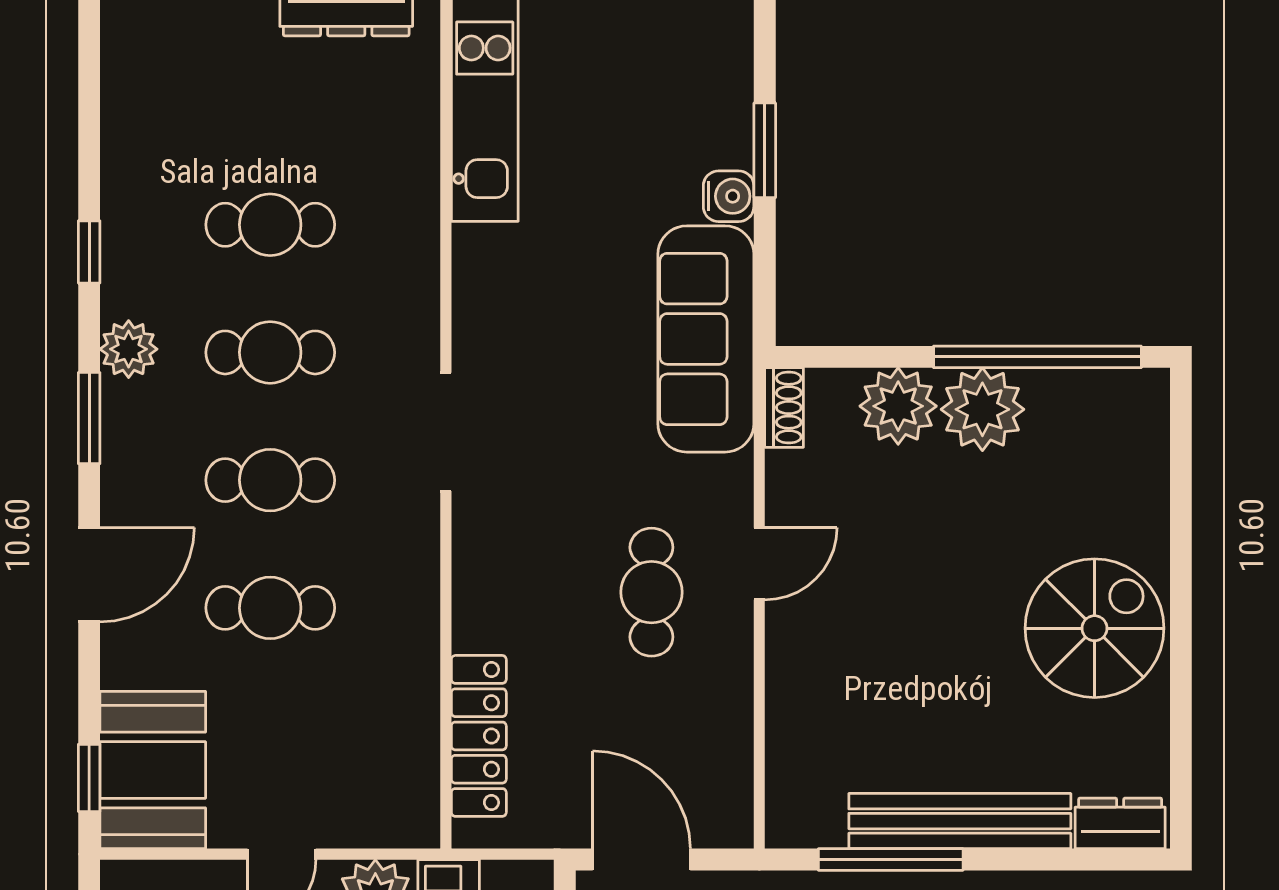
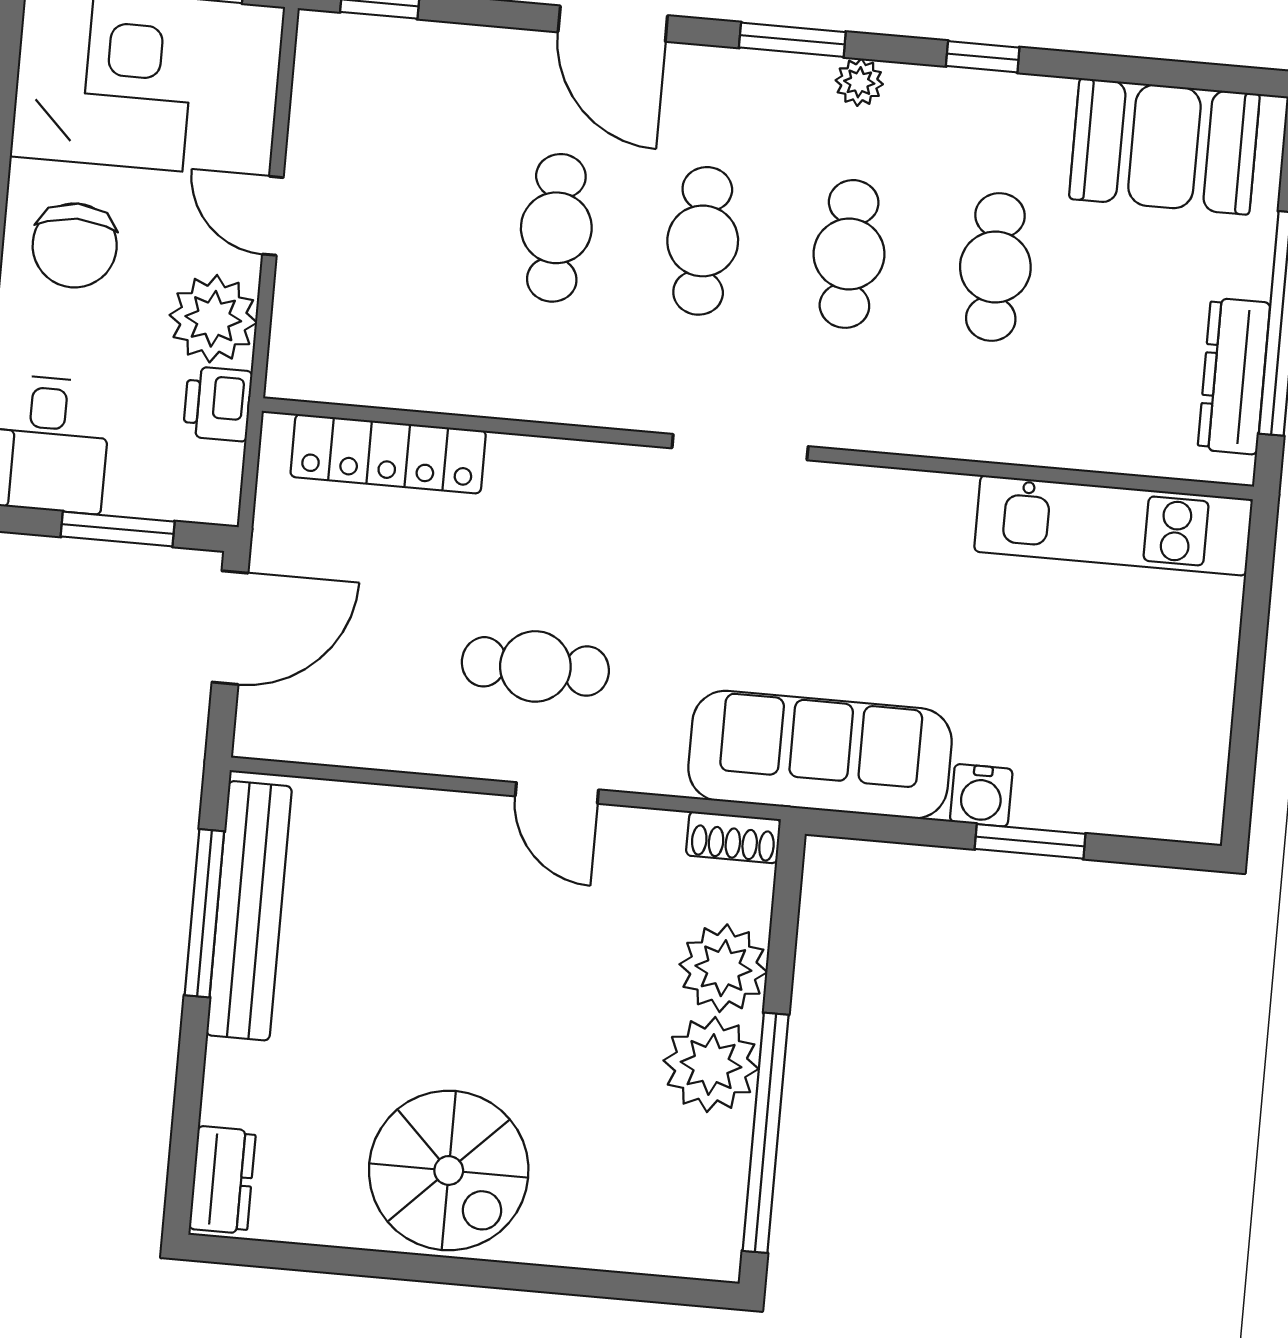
plant: (129, 349) -> (859, 82), width x0.73, depth x0.73
booth: (153, 770) -> (1164, 146), moved
bench: (960, 821) -> (249, 911), moved

